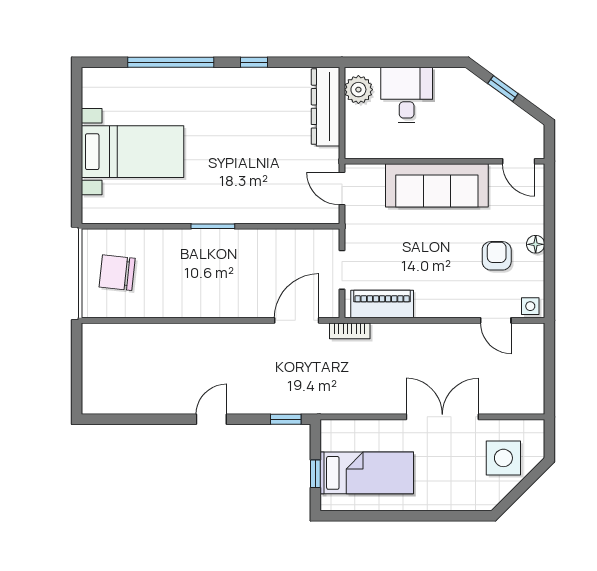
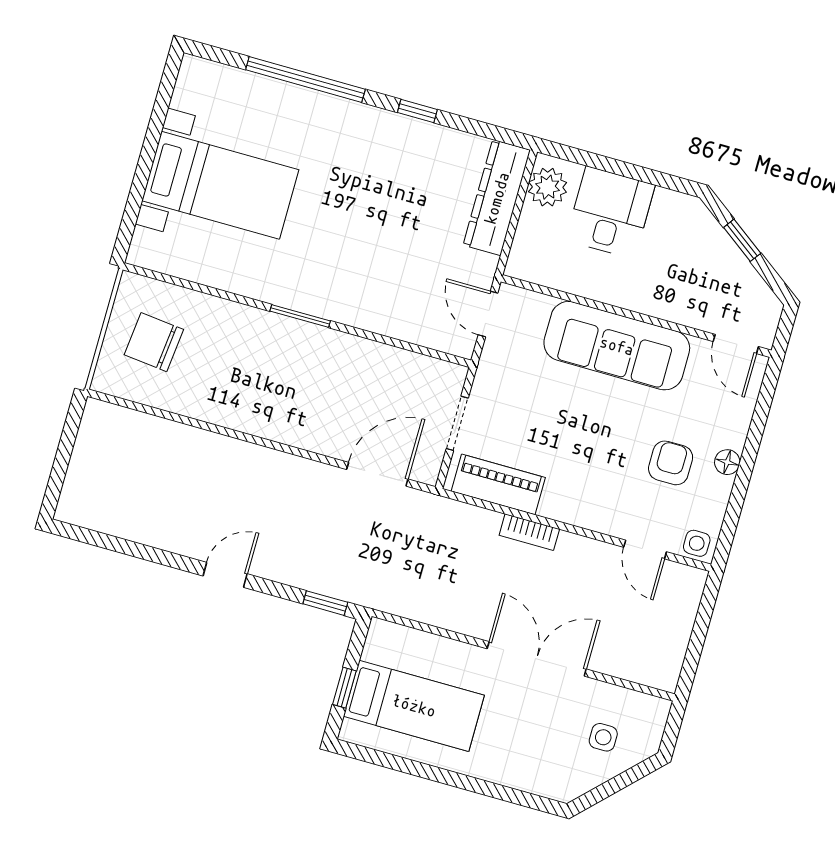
bookcase: (350, 331) -> (529, 532), moved
side table: (503, 458) -> (603, 737), width x0.54, depth x0.54

